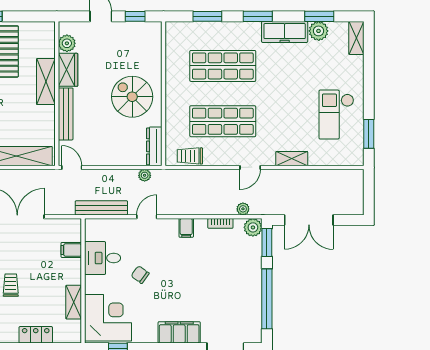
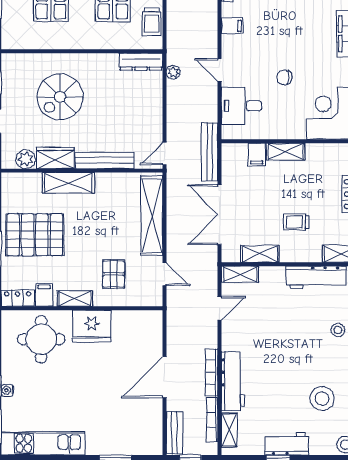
spiral stairs: (132, 97) -> (60, 97), moved
bench: (101, 208) -> (210, 152), moved
desk: (103, 258) -> (241, 106), moved, turned 90
chair: (140, 275) -> (284, 77), turned 60
shelving: (74, 302) -> (286, 152), moved

